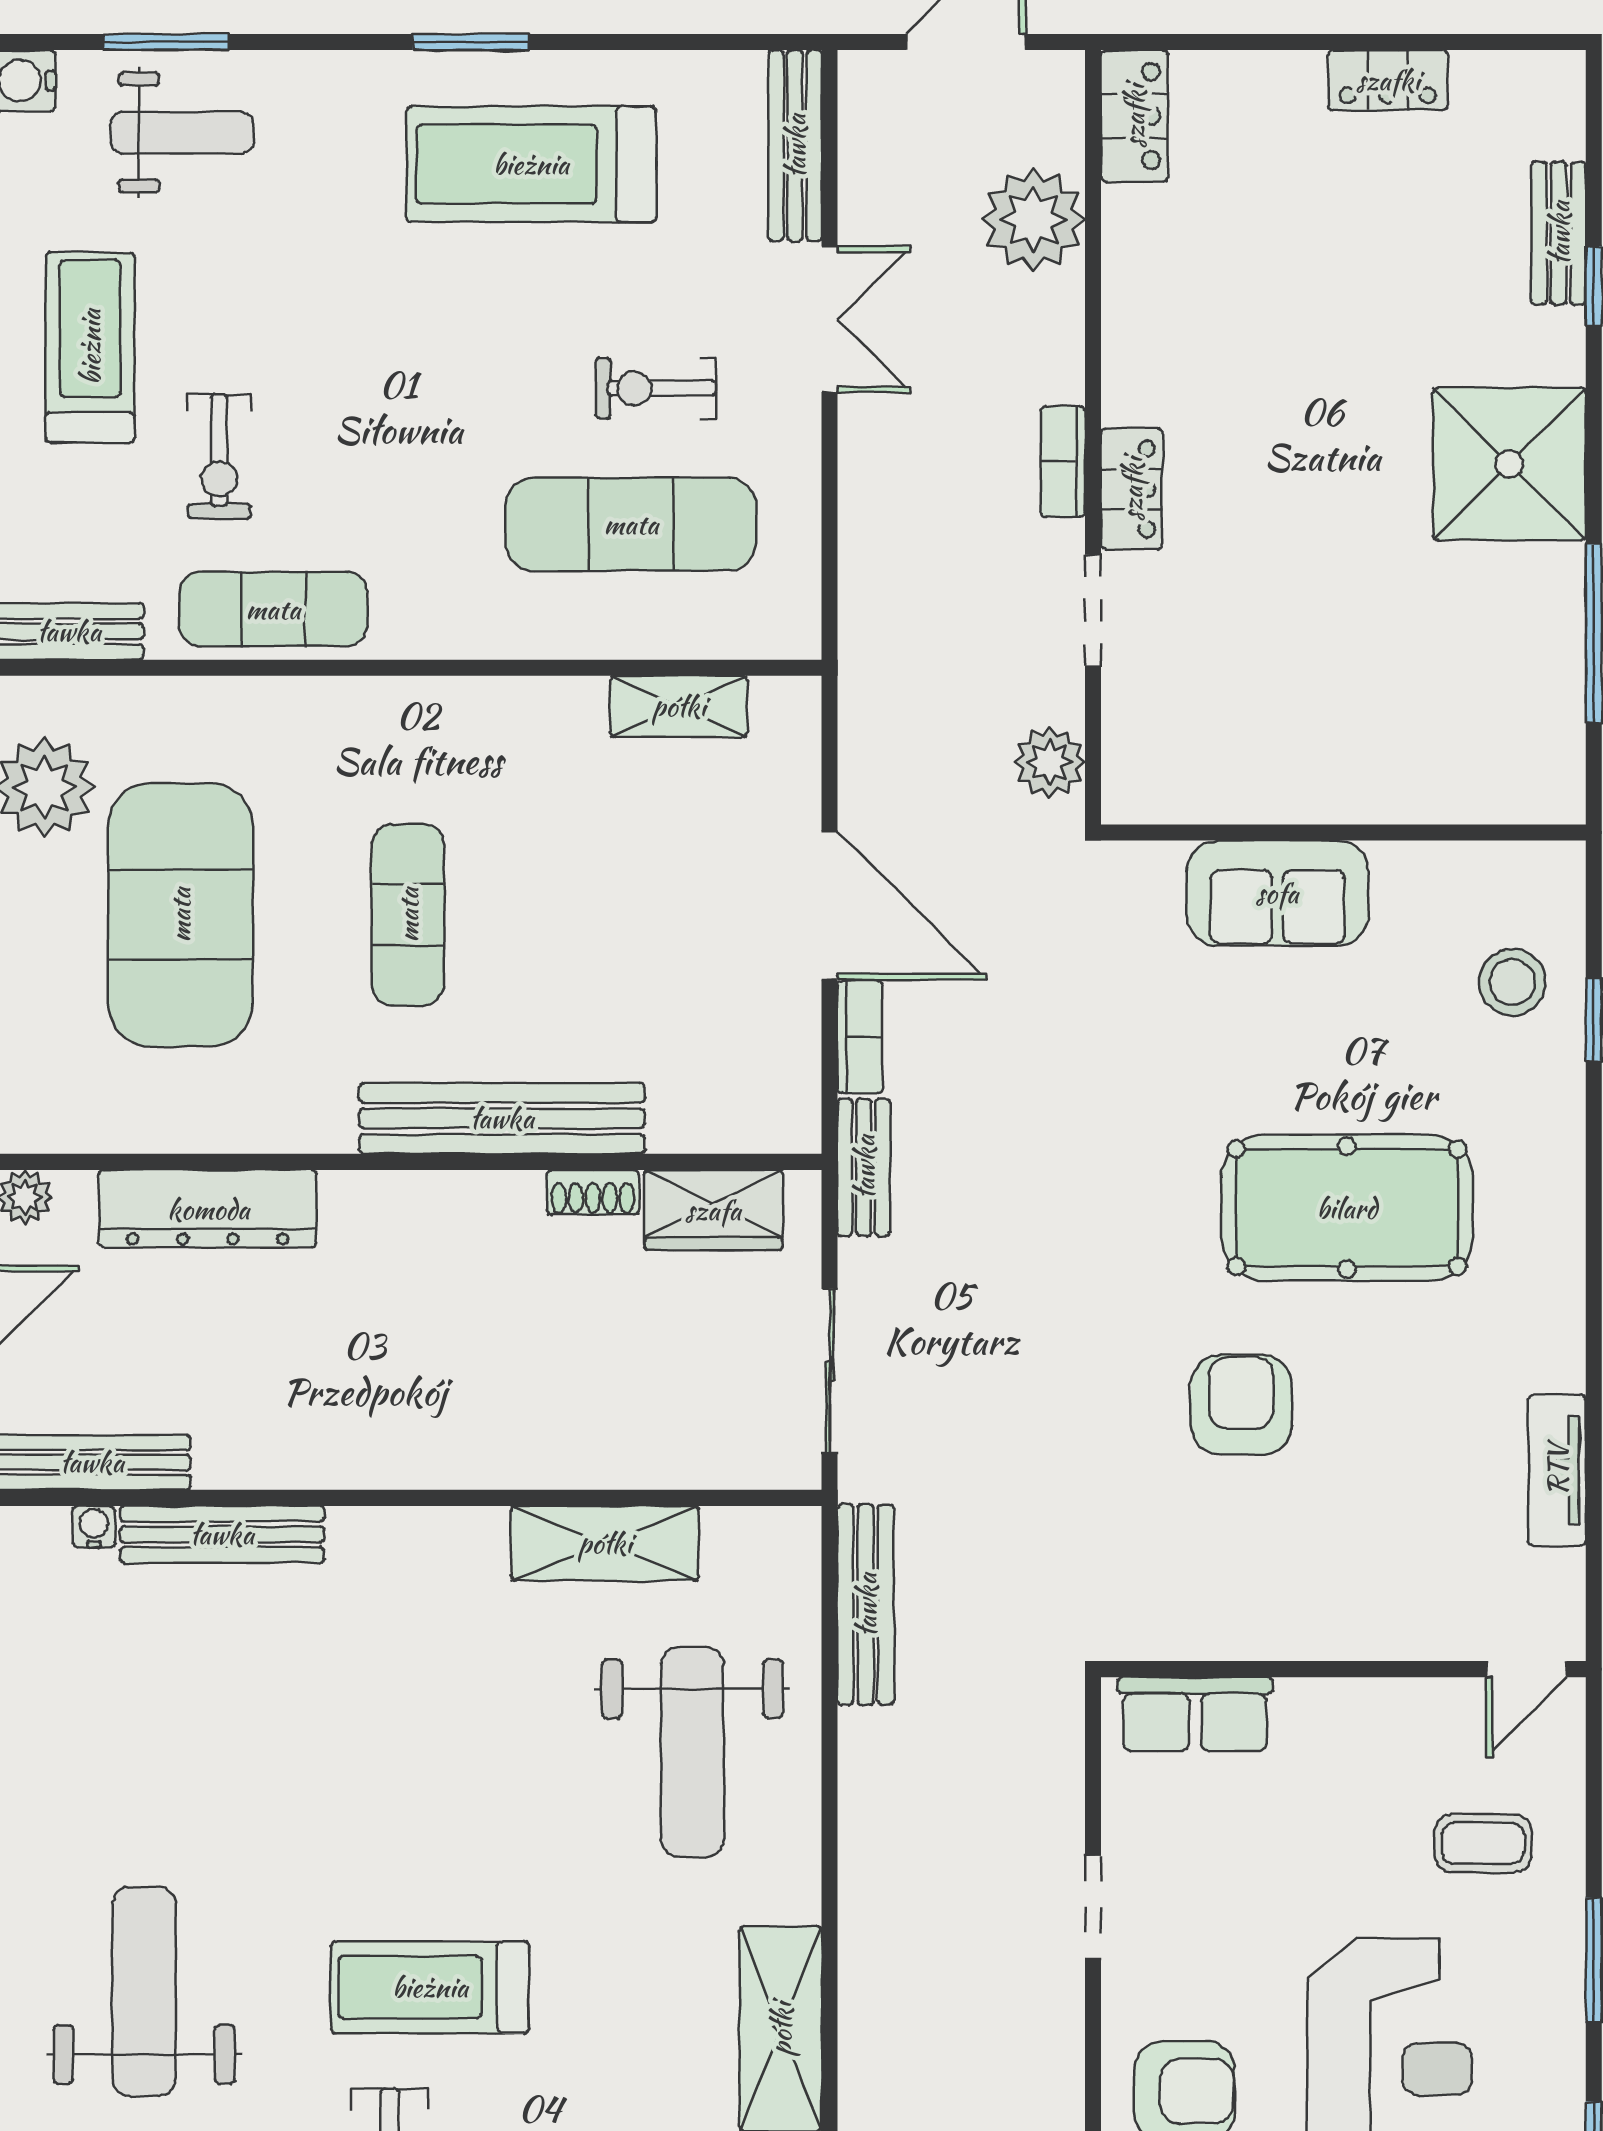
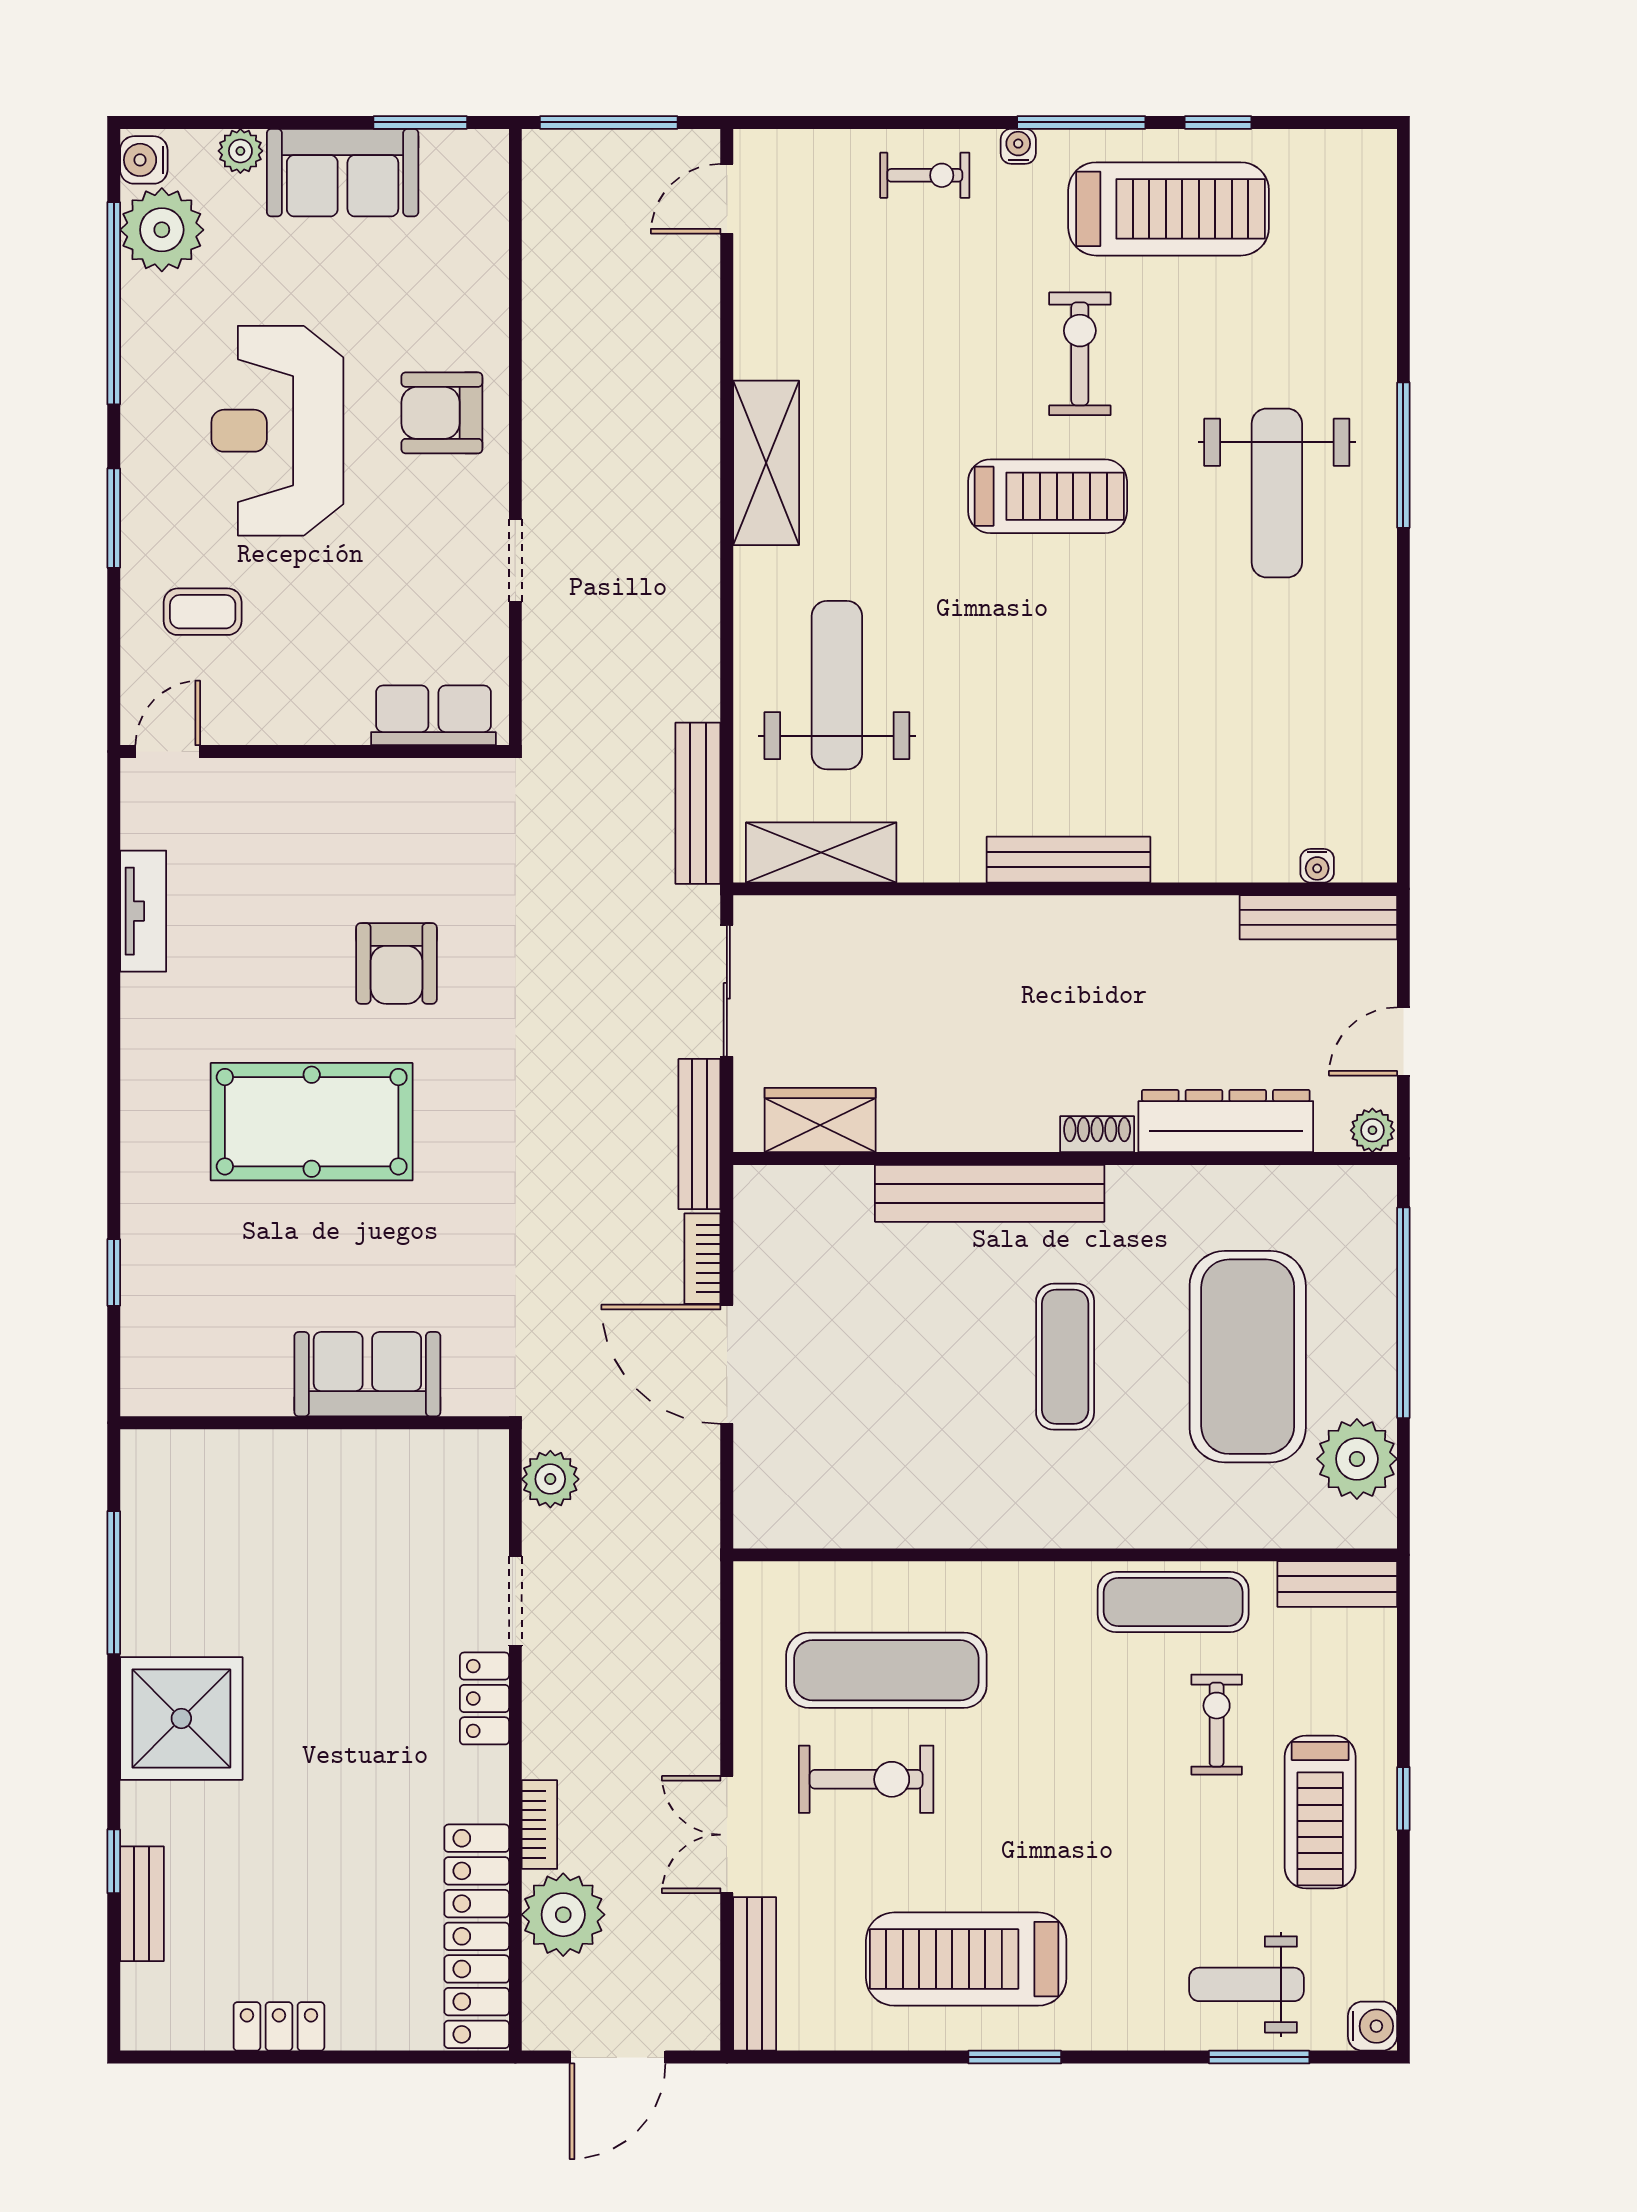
locker: (1134, 116) -> (477, 1936), width x2.16, depth x1.21
treadmill: (531, 164) -> (966, 1959), turned 180
exercise bike: (656, 388) -> (866, 1779), width x1.38, depth x1.39
bookcase: (1063, 462) -> (539, 1825), moved
shelving: (679, 706) -> (848, 1524), removed
stool: (1512, 982) -> (179, 1303), removed
bench: (864, 1167) -> (699, 1134), width x1.36
shoe rack: (593, 1192) -> (1097, 1134), moved
bench: (222, 1534) -> (1068, 860), moved
shelving: (605, 1543) -> (821, 852), moved

